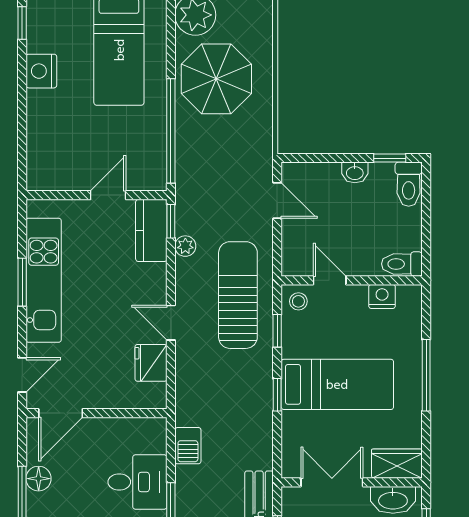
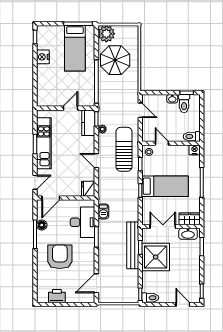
toilet: (409, 184) -> (184, 104), moved
nightstand: (382, 296) -> (195, 150), moved
fridge: (151, 363) -> (88, 189), moved
desk: (137, 482) -> (83, 222), width x1.37

